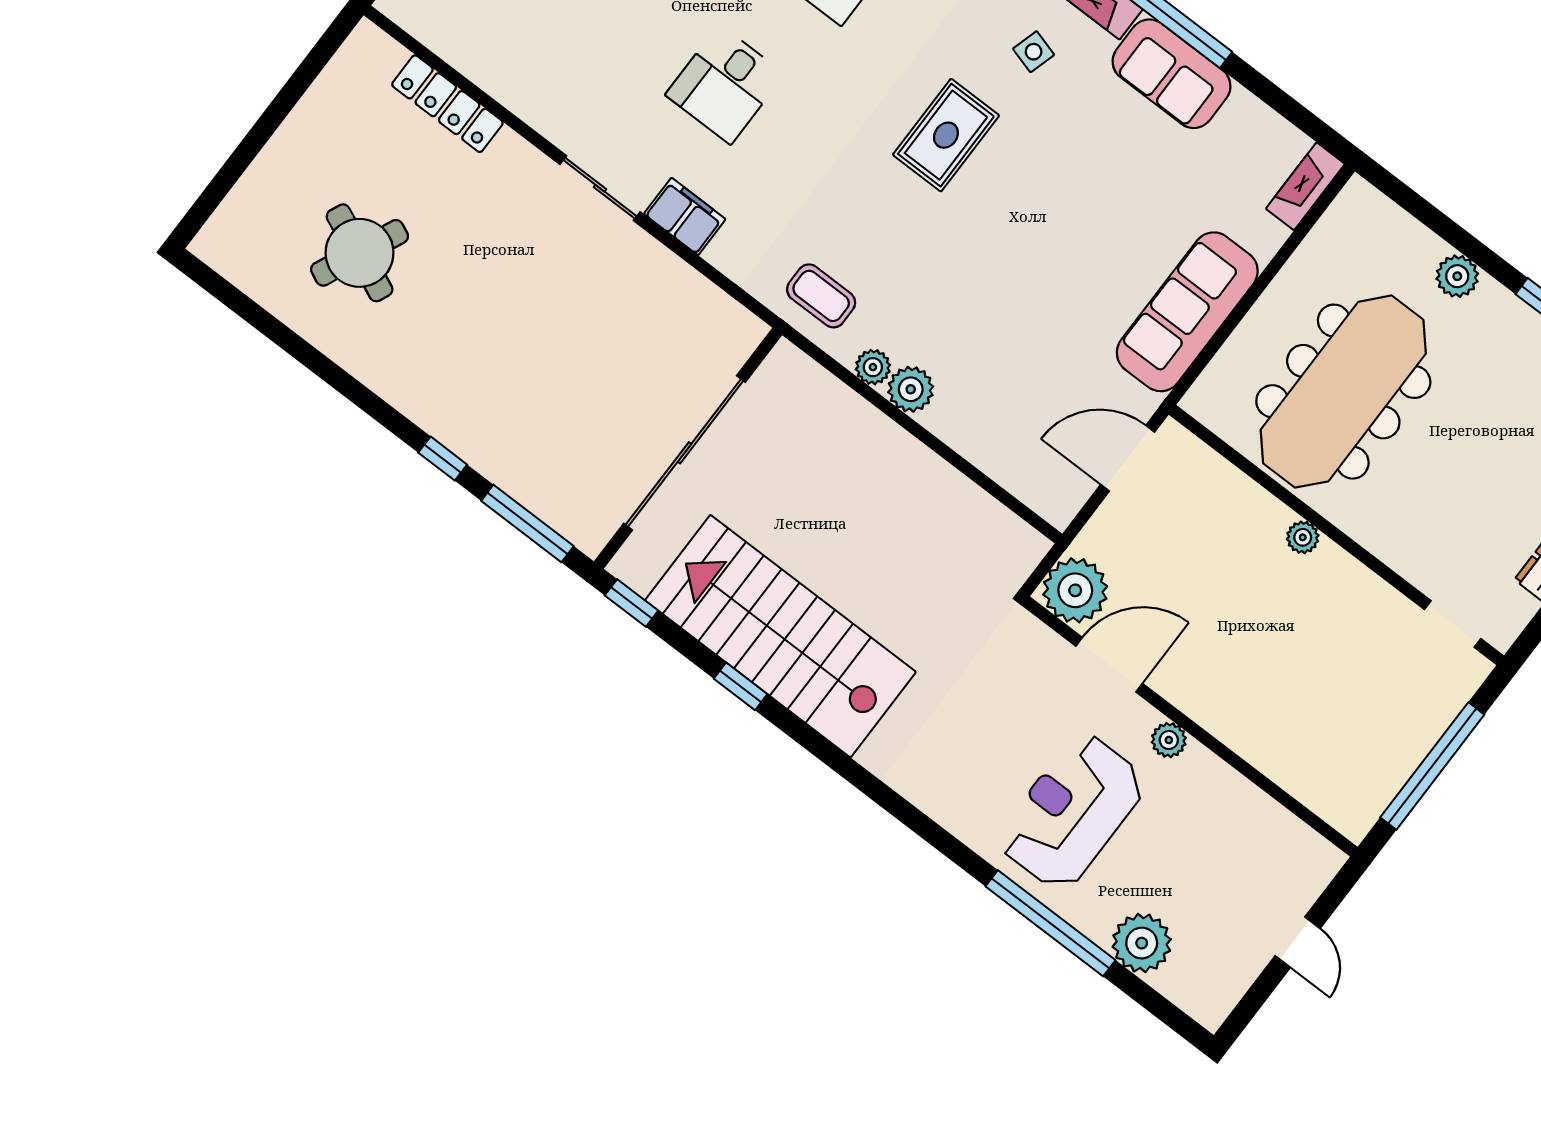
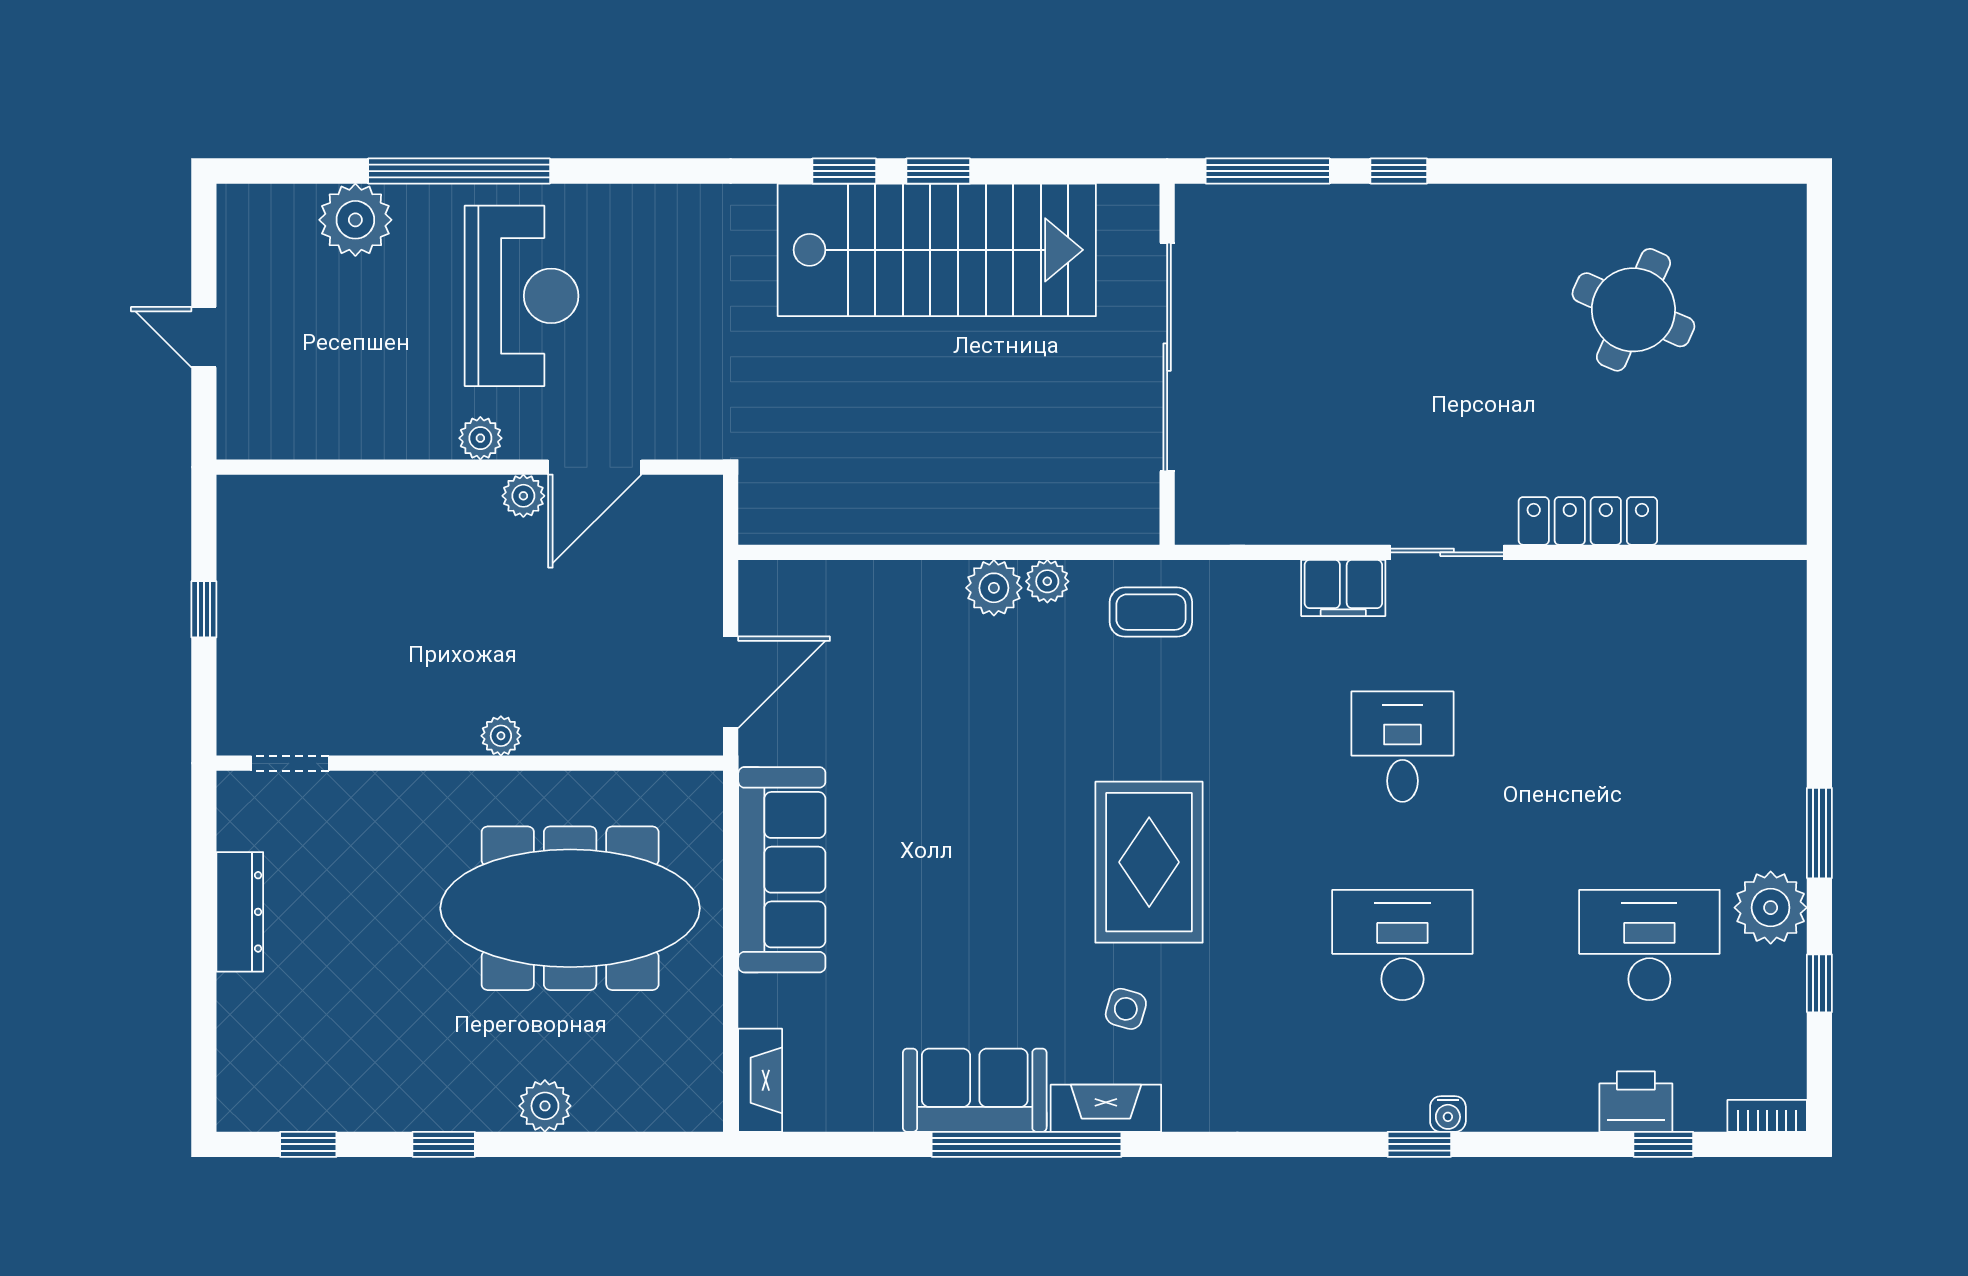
locker: (447, 104) -> (1588, 521), moved
rug: (946, 135) -> (1149, 862), width x1.36, depth x1.43
meeting table: (1343, 392) -> (570, 908), turned 90
plant: (1075, 590) -> (523, 496), moved, width x0.53, depth x0.53
window: (631, 603) -> (844, 171), moved
window: (1432, 766) -> (204, 609), width x0.32

